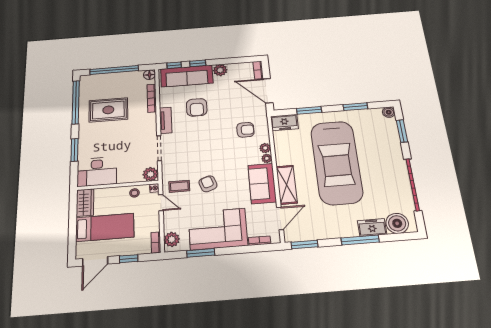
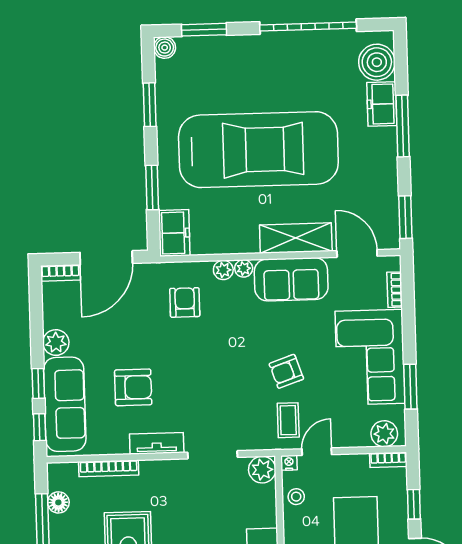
floor lamp: (149, 75) -> (58, 502), moved

